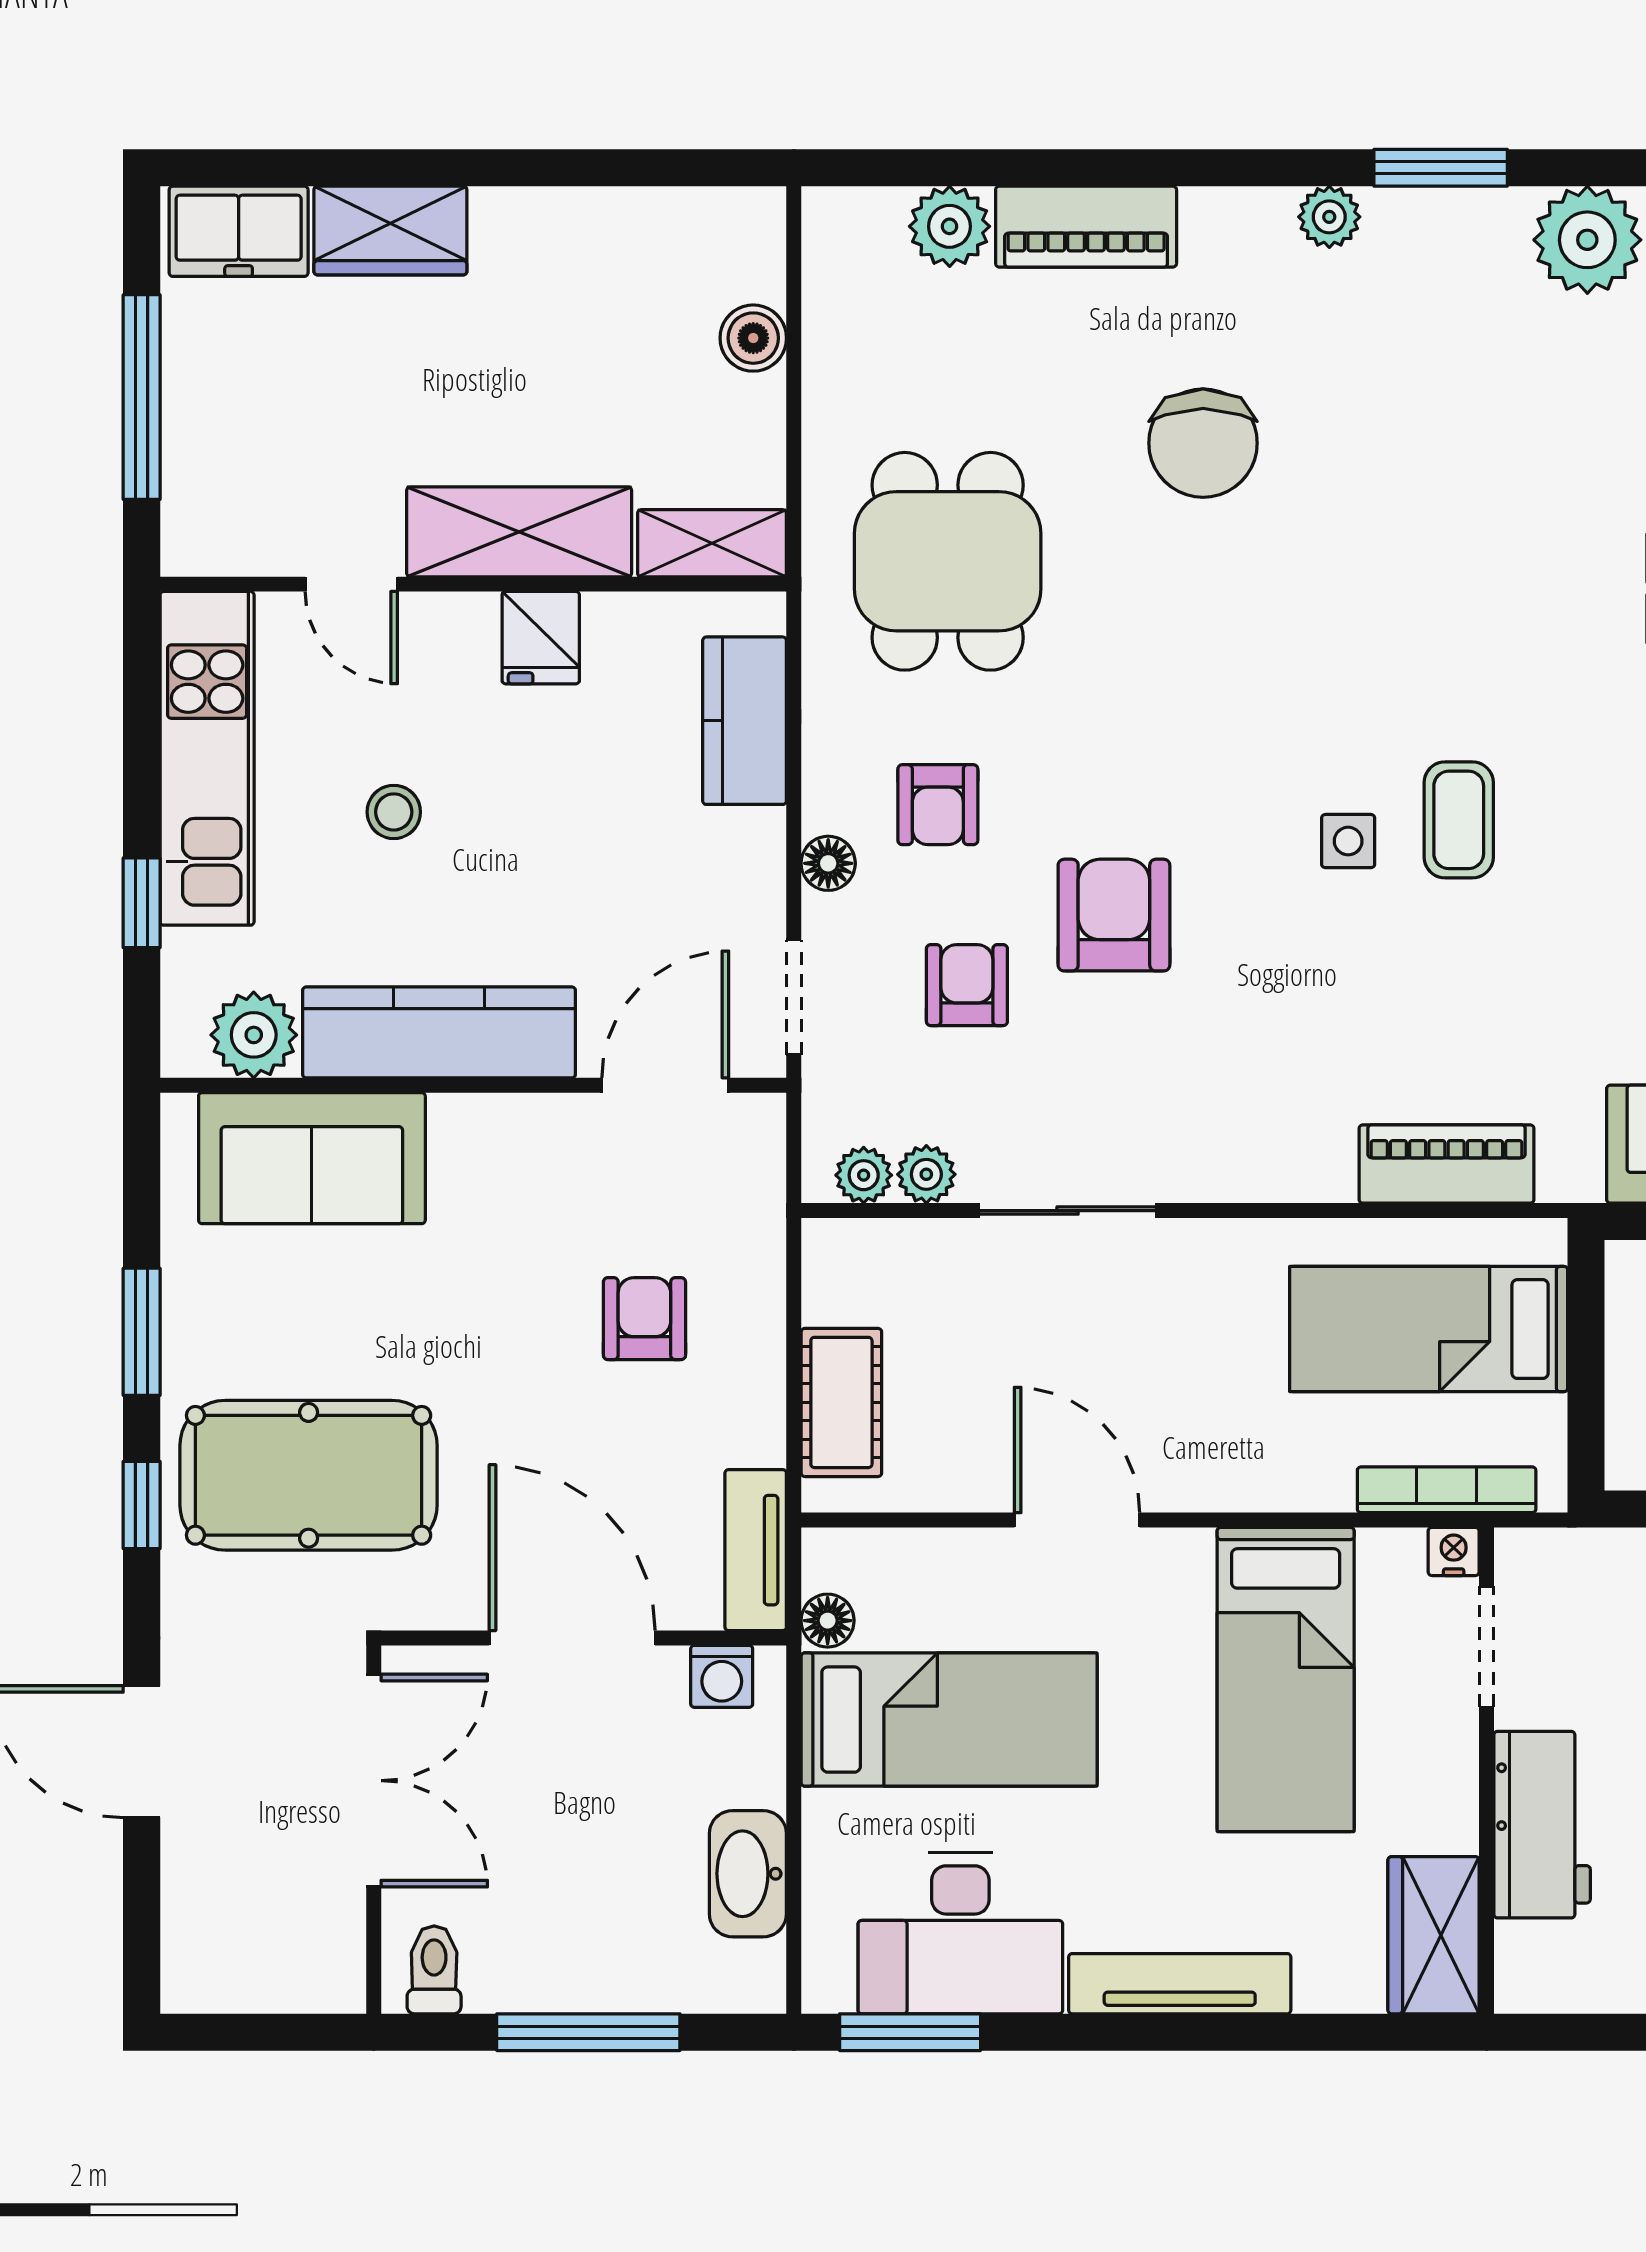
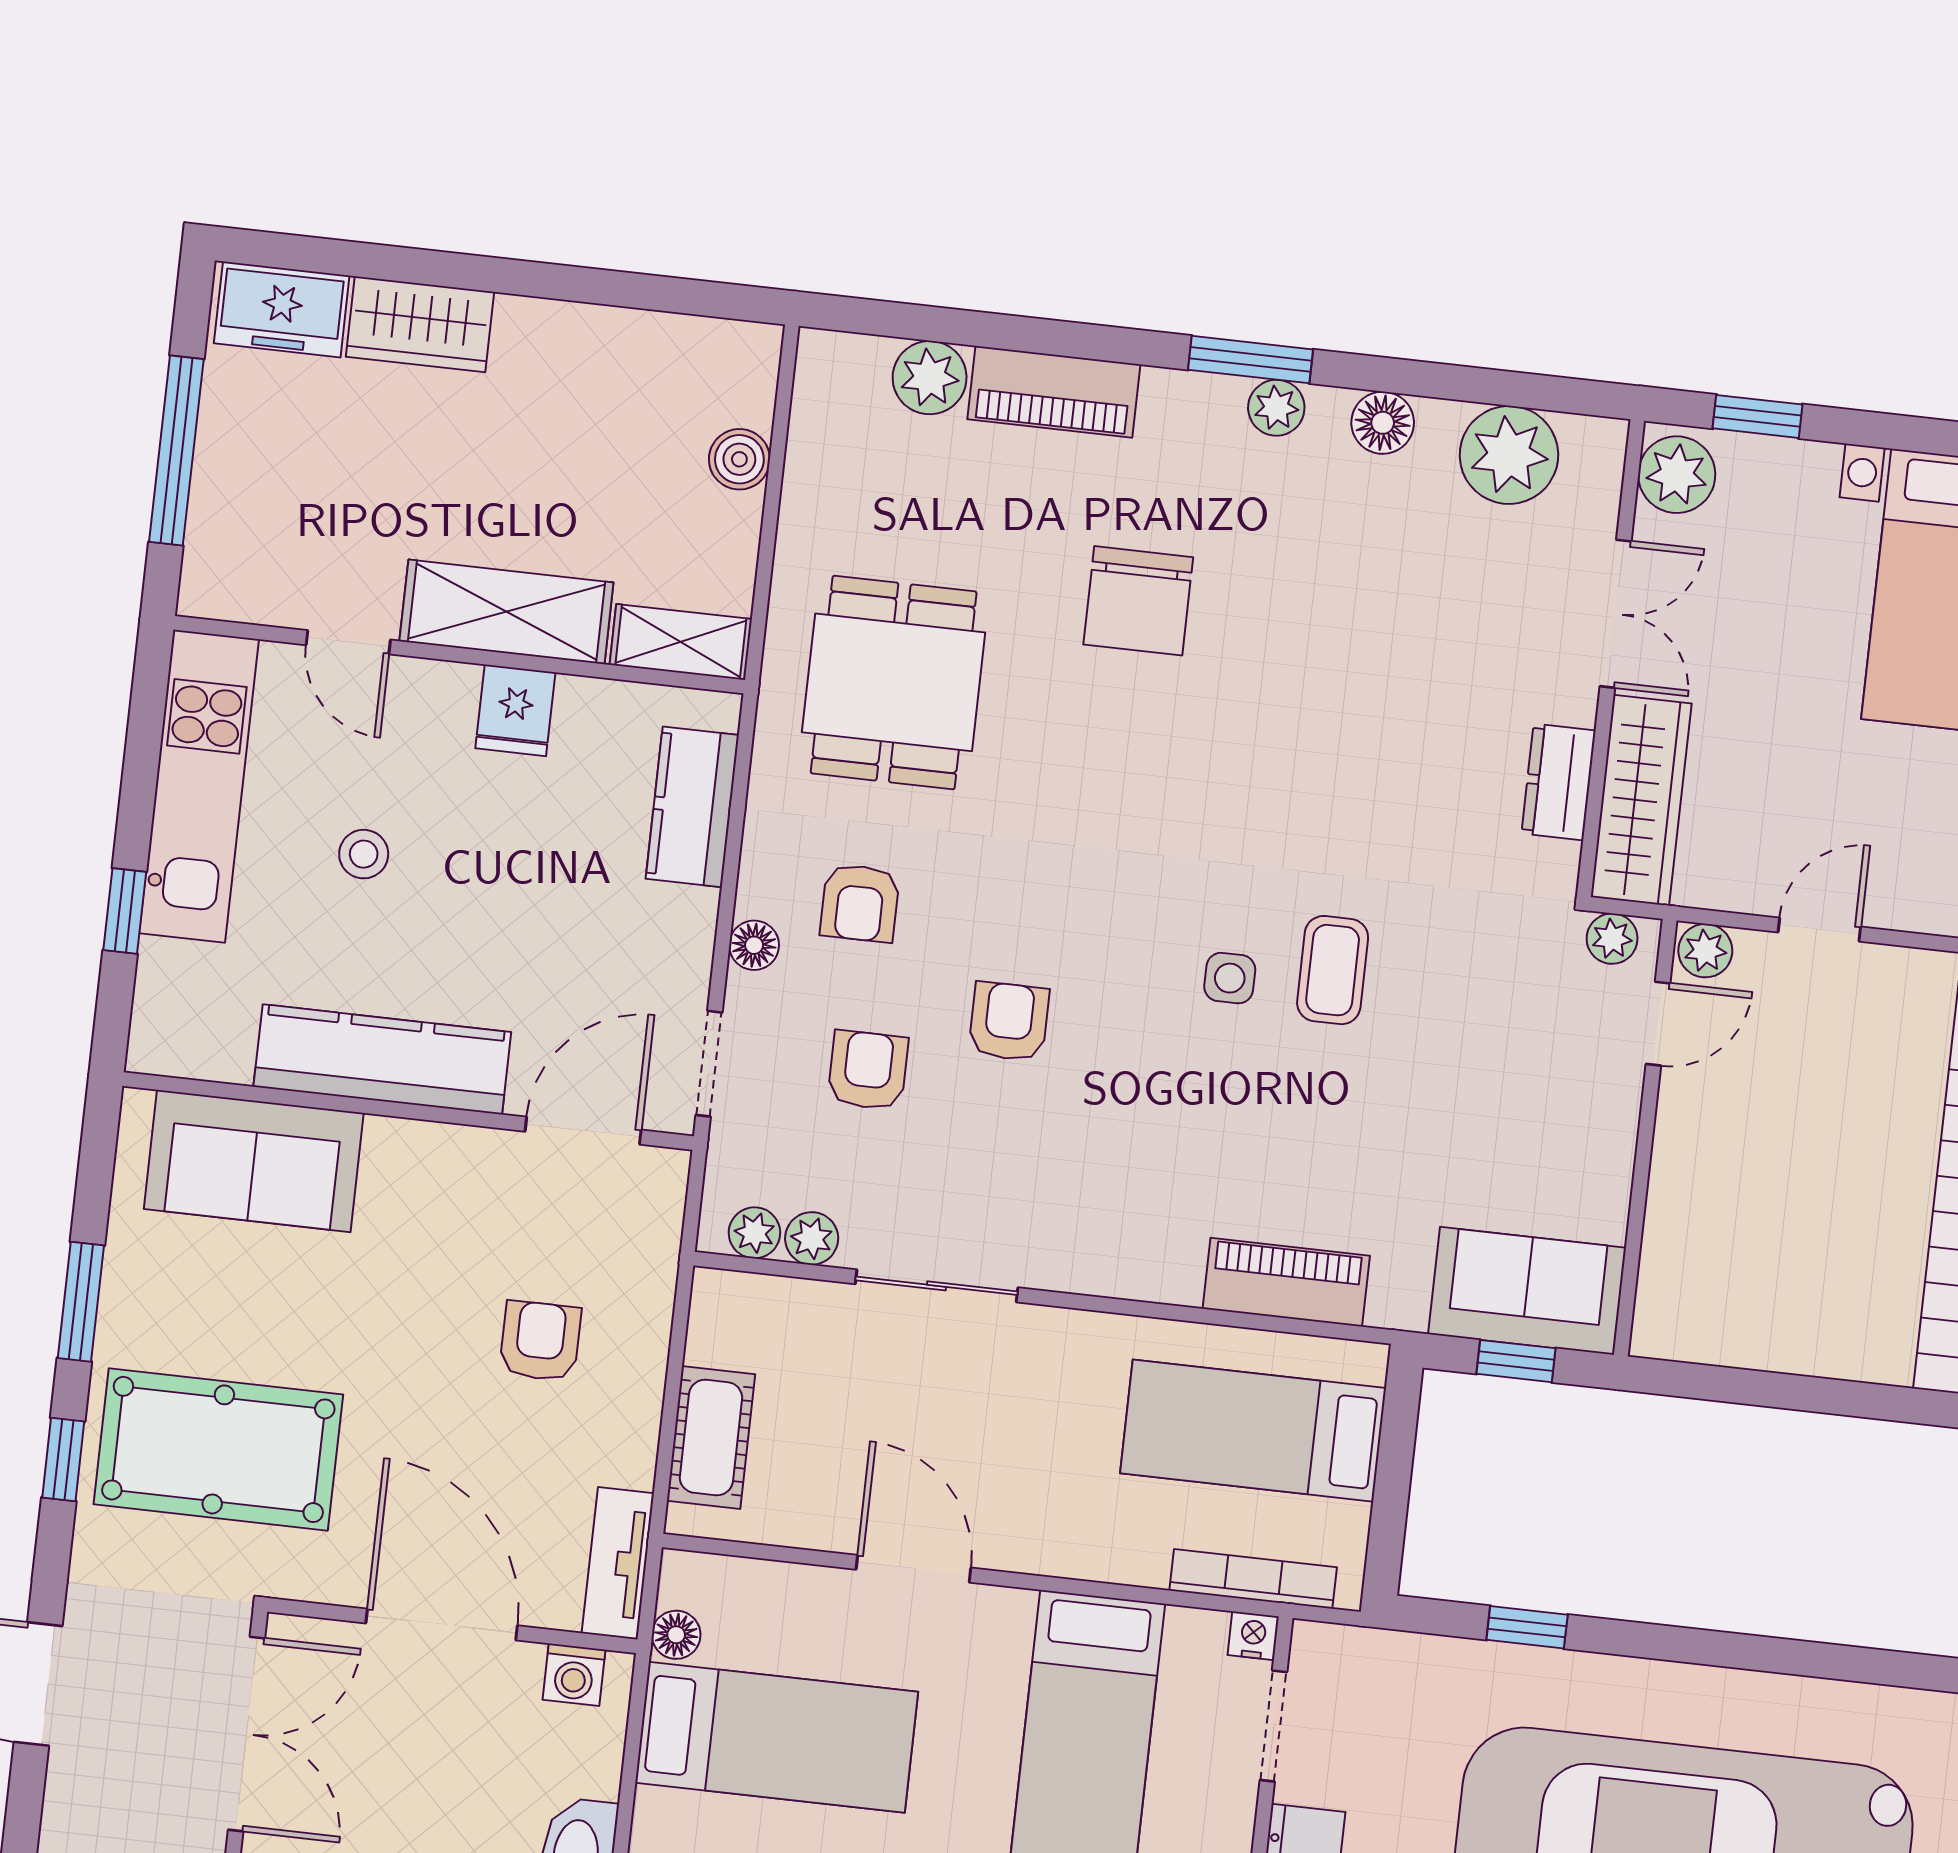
window: (1441, 168) -> (1250, 360), moved
floor lamp: (1446, 220) -> (1383, 423), added
armchair: (1114, 915) -> (1009, 1022), width x0.72, depth x0.72
plant: (254, 1035) -> (213, 1043), removed

